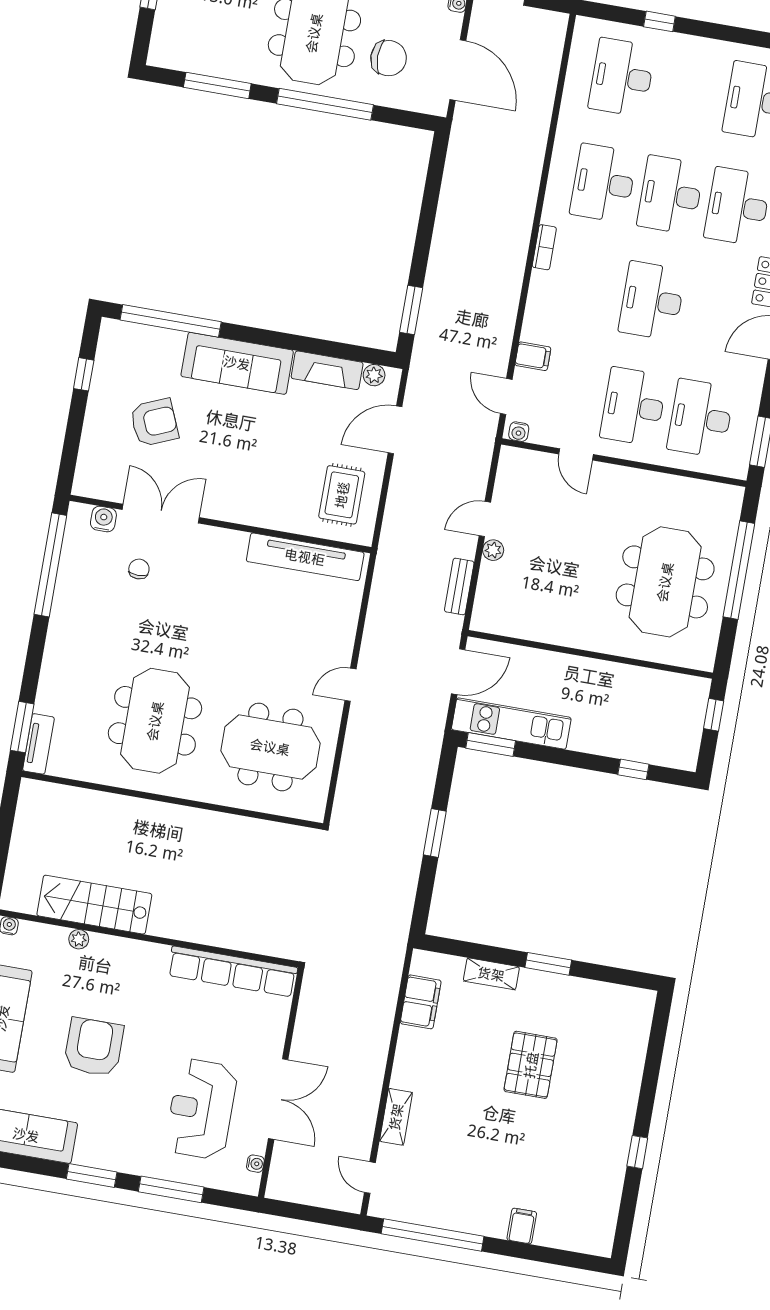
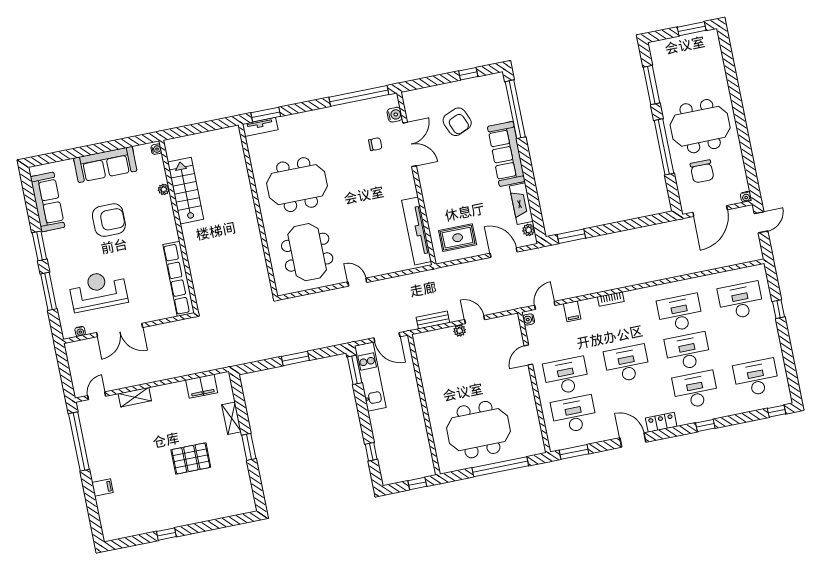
bookcase: (544, 247) -> (611, 299), moved

